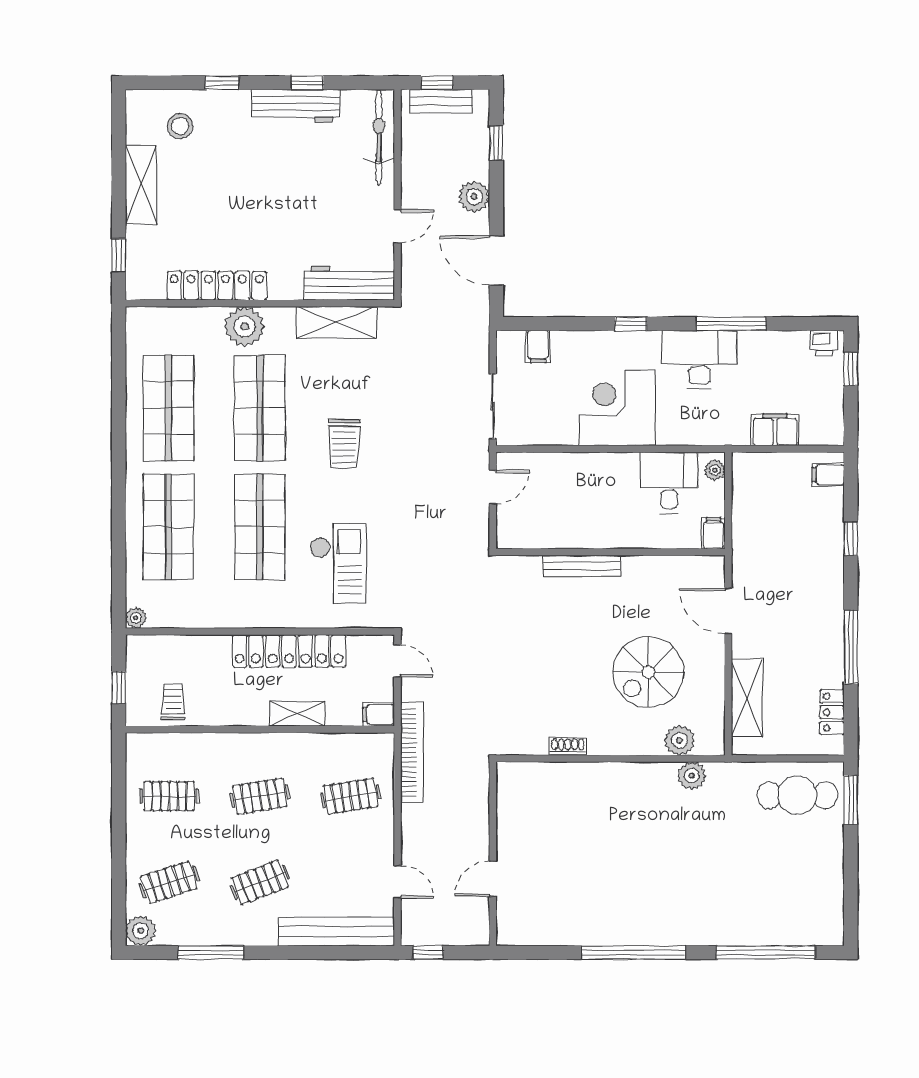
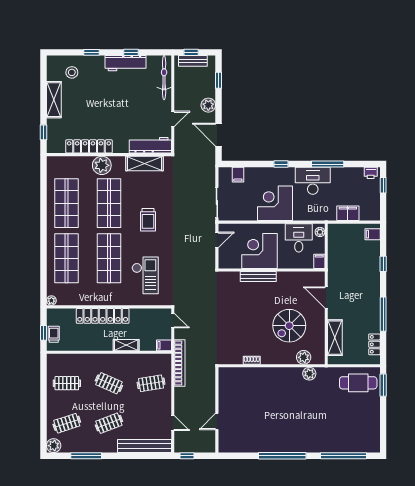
corner desk: (584, 511) -> (259, 251), added
locker: (289, 651) -> (103, 316), moved
trolley: (173, 702) -> (54, 334), moved
clothes rail: (260, 796) -> (109, 383), turned 33

